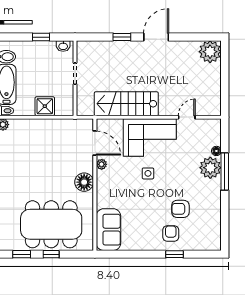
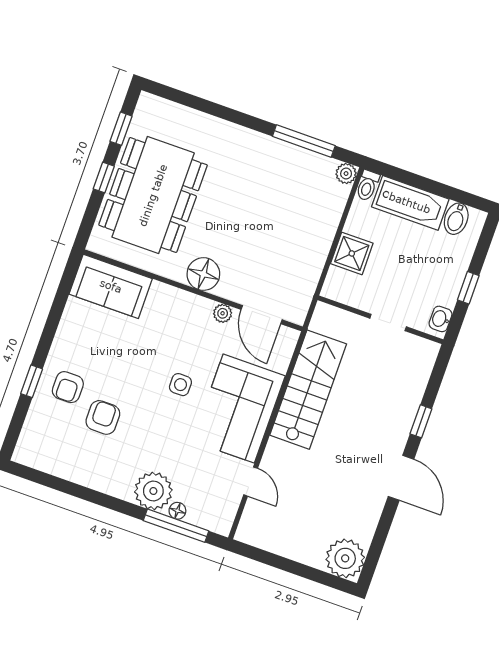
door: (95, 143) -> (262, 315), hinge flipped
window: (225, 172) -> (176, 526), moved
armchair: (171, 233) -> (68, 387), turned 90

